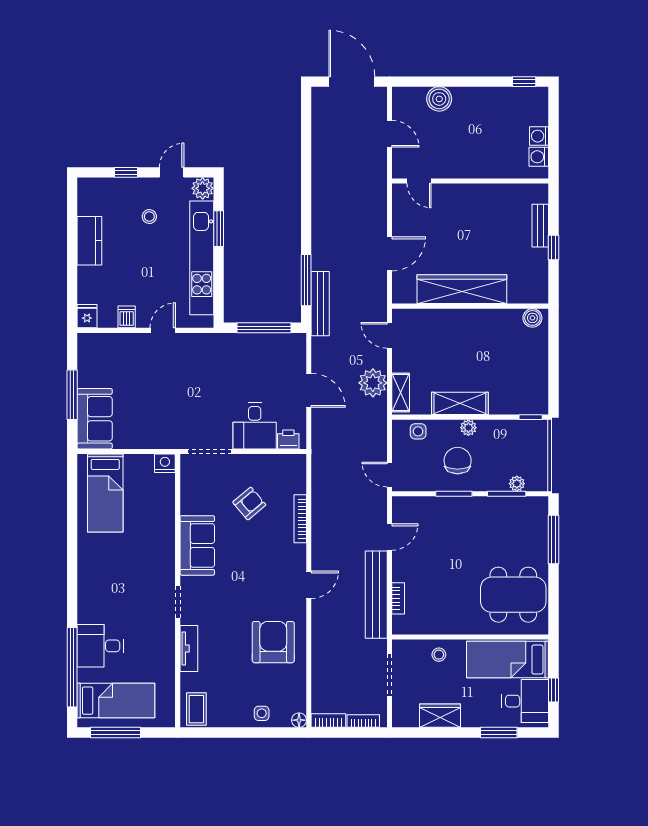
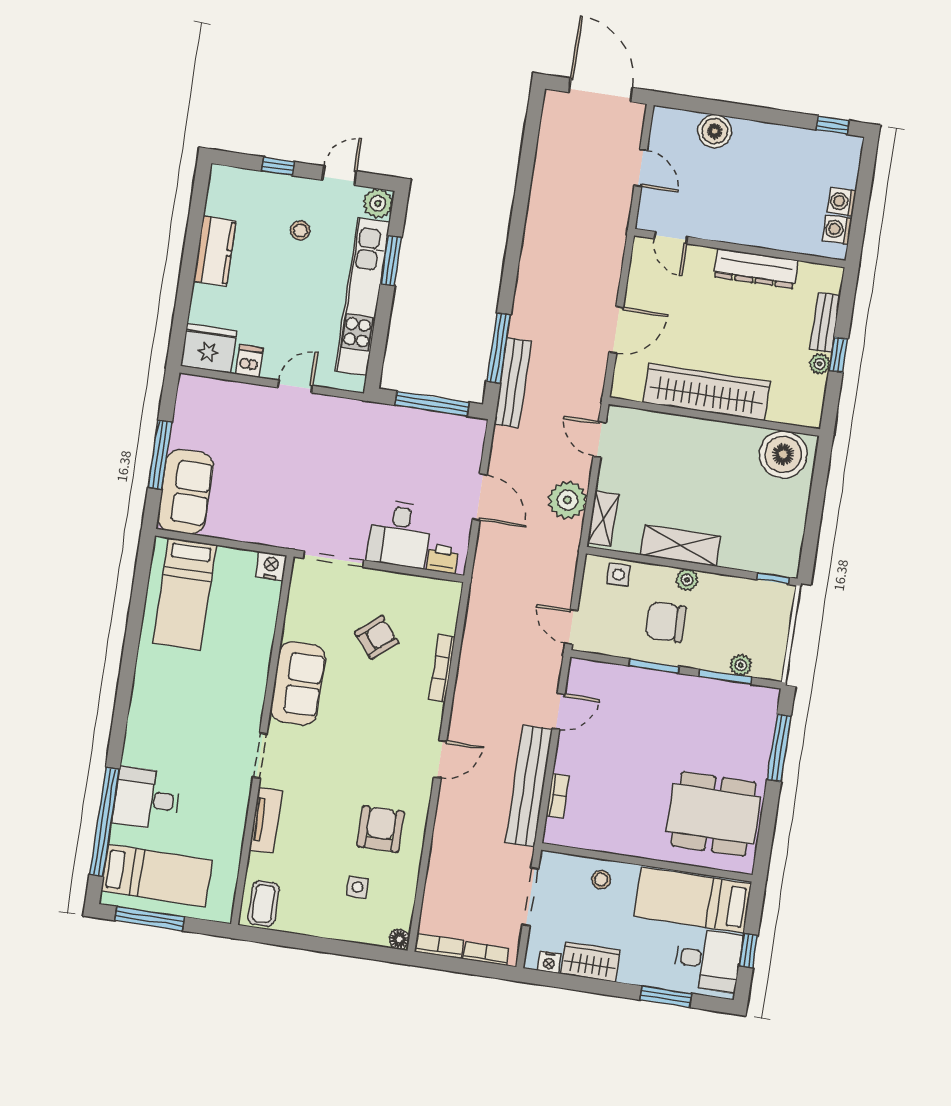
dresser: (484, 194) -> (756, 269), added
plant: (541, 256) -> (820, 364), added
fridge: (87, 316) -> (209, 348), width x1.88, depth x1.34
boiler: (532, 318) -> (783, 454), width x1.86, depth x1.86
chair: (458, 461) -> (666, 622), turned -90
armchair: (273, 642) -> (381, 829), width x0.73, depth x0.73
side table: (262, 713) -> (358, 887), moved
nightstand: (410, 720) -> (549, 962), added

